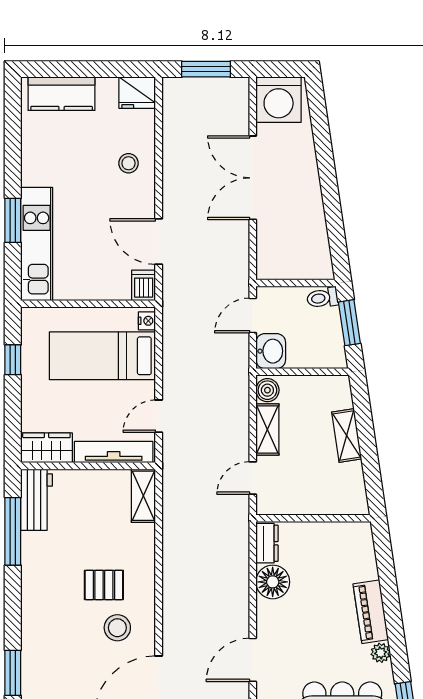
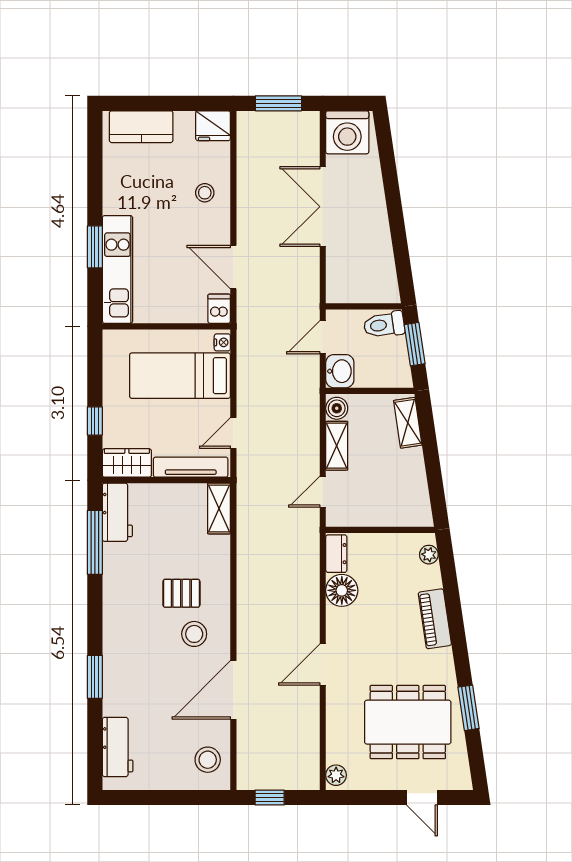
toilet: (322, 298) -> (384, 325), width x1.37, depth x1.39
window: (13, 360) -> (95, 421), moved
shelving: (347, 435) -> (408, 423), moved
plant: (381, 653) -> (429, 555), moved

